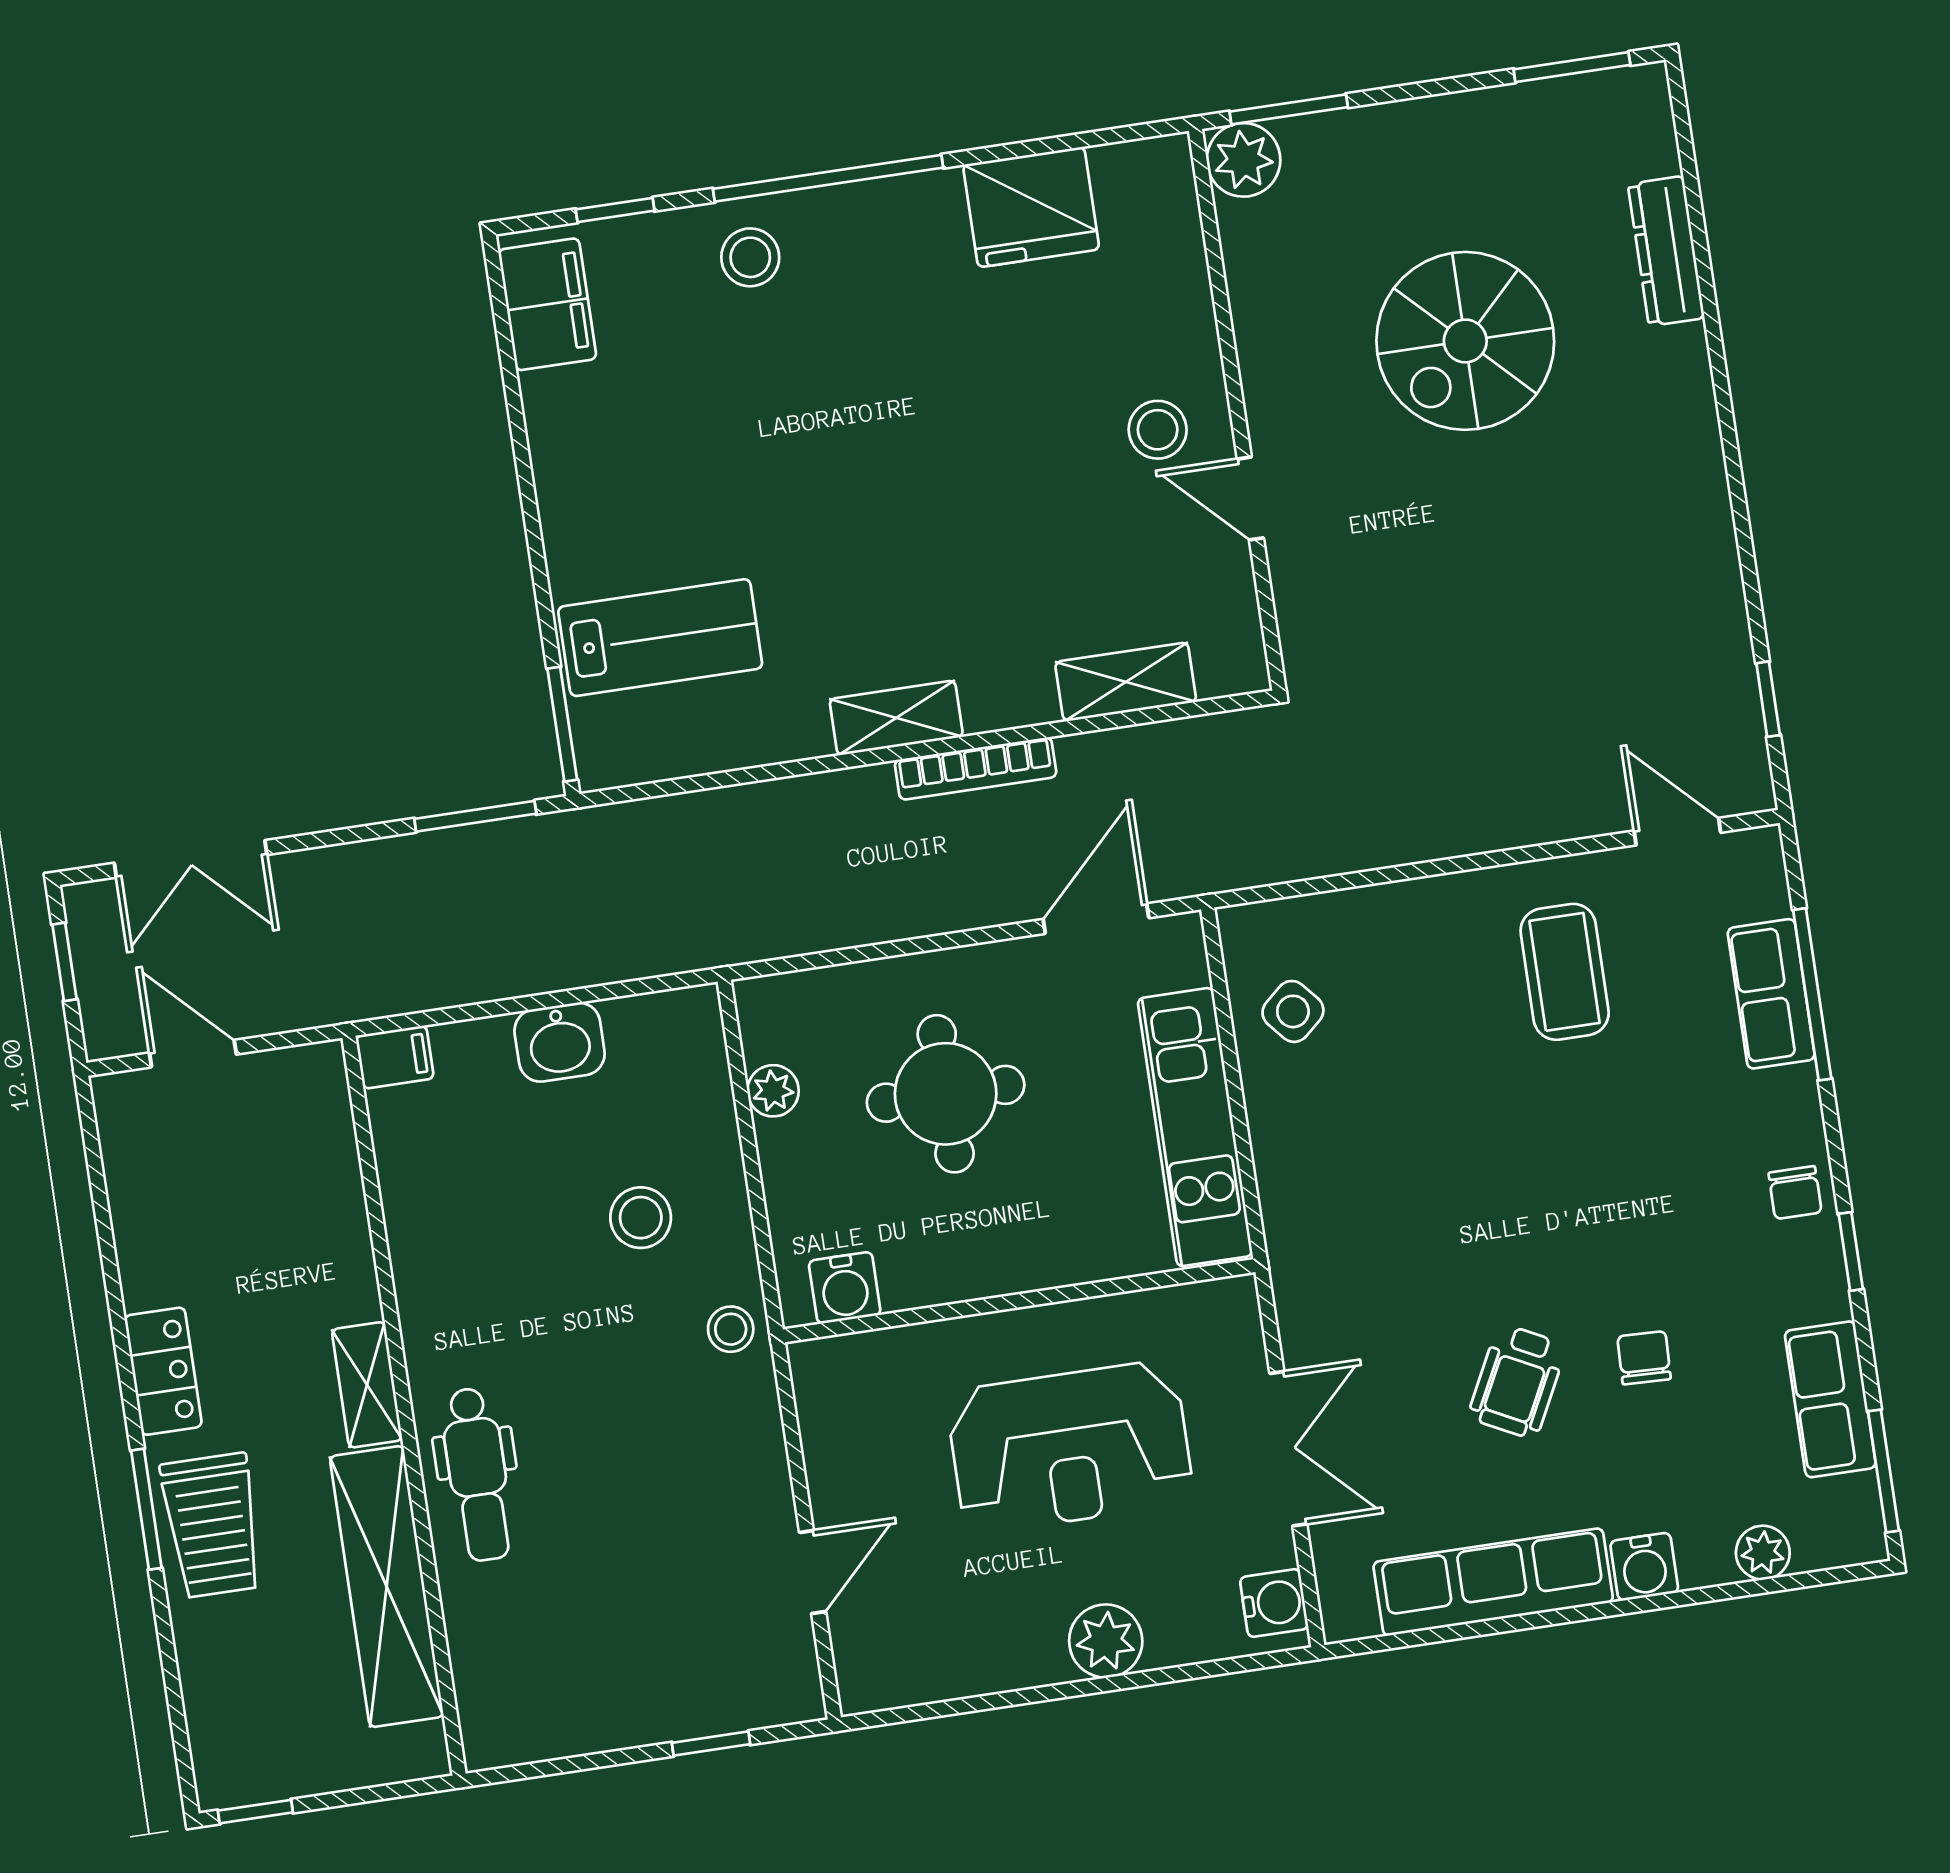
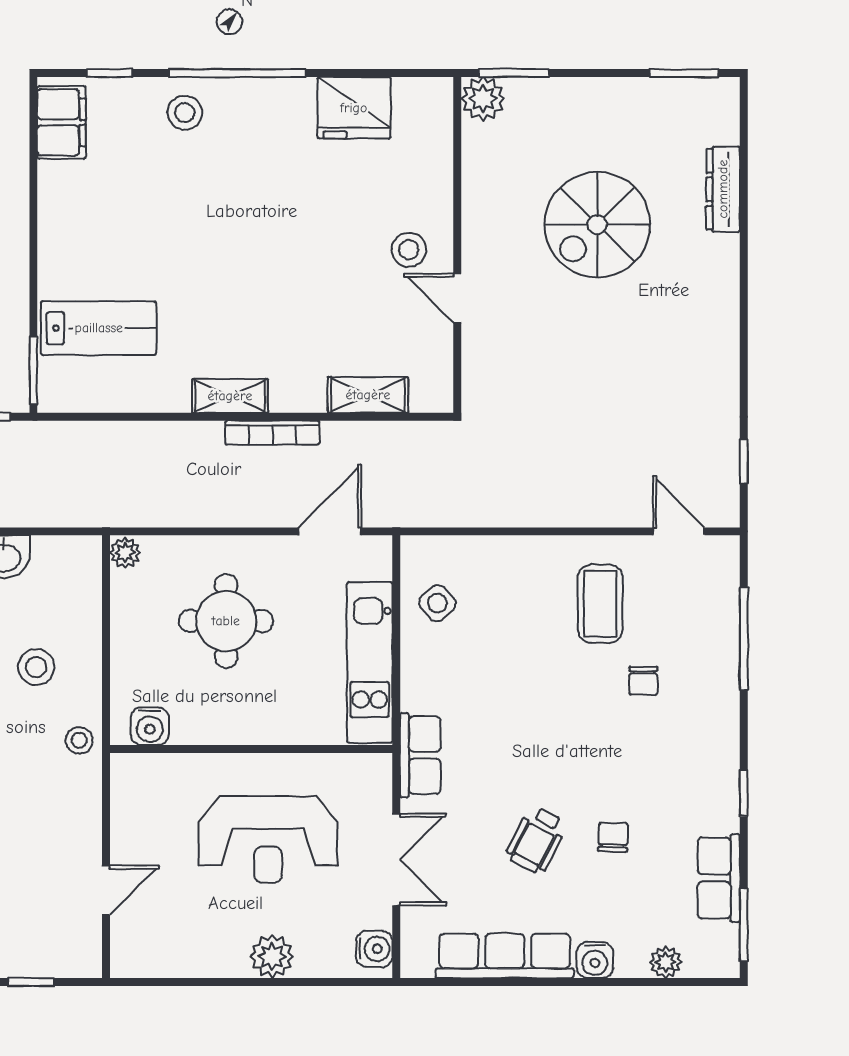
row of seats: (1771, 994) -> (420, 755), moved, turned 180
plant: (773, 1091) -> (125, 553), moved
chair: (1795, 1193) -> (643, 681), moved

